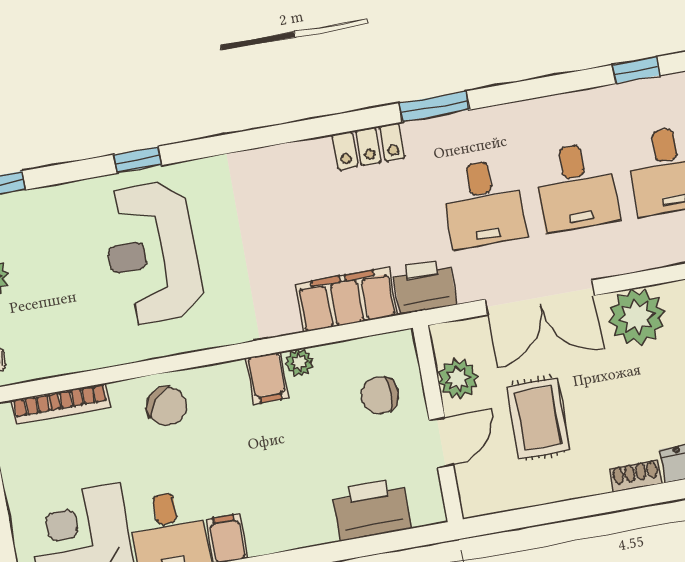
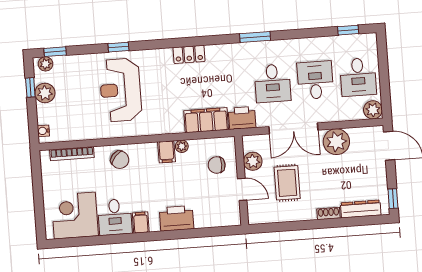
locker: (368, 146) -> (189, 54), moved
desk: (576, 187) -> (315, 80), turned 180
door: (441, 443) -> (242, 189), hinge flipped
printer: (372, 509) -> (177, 218), moved

